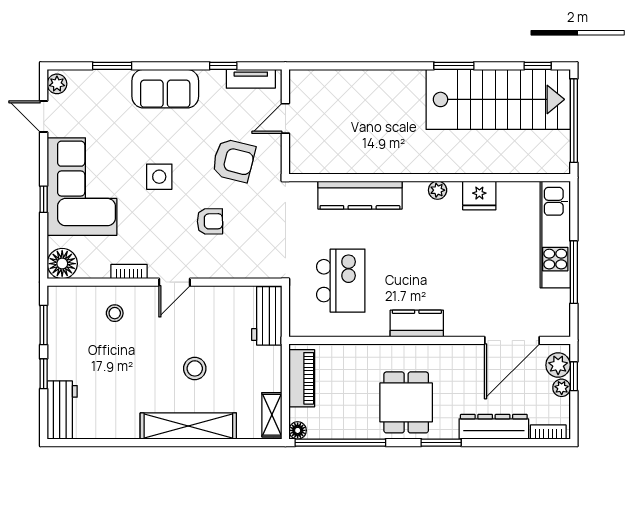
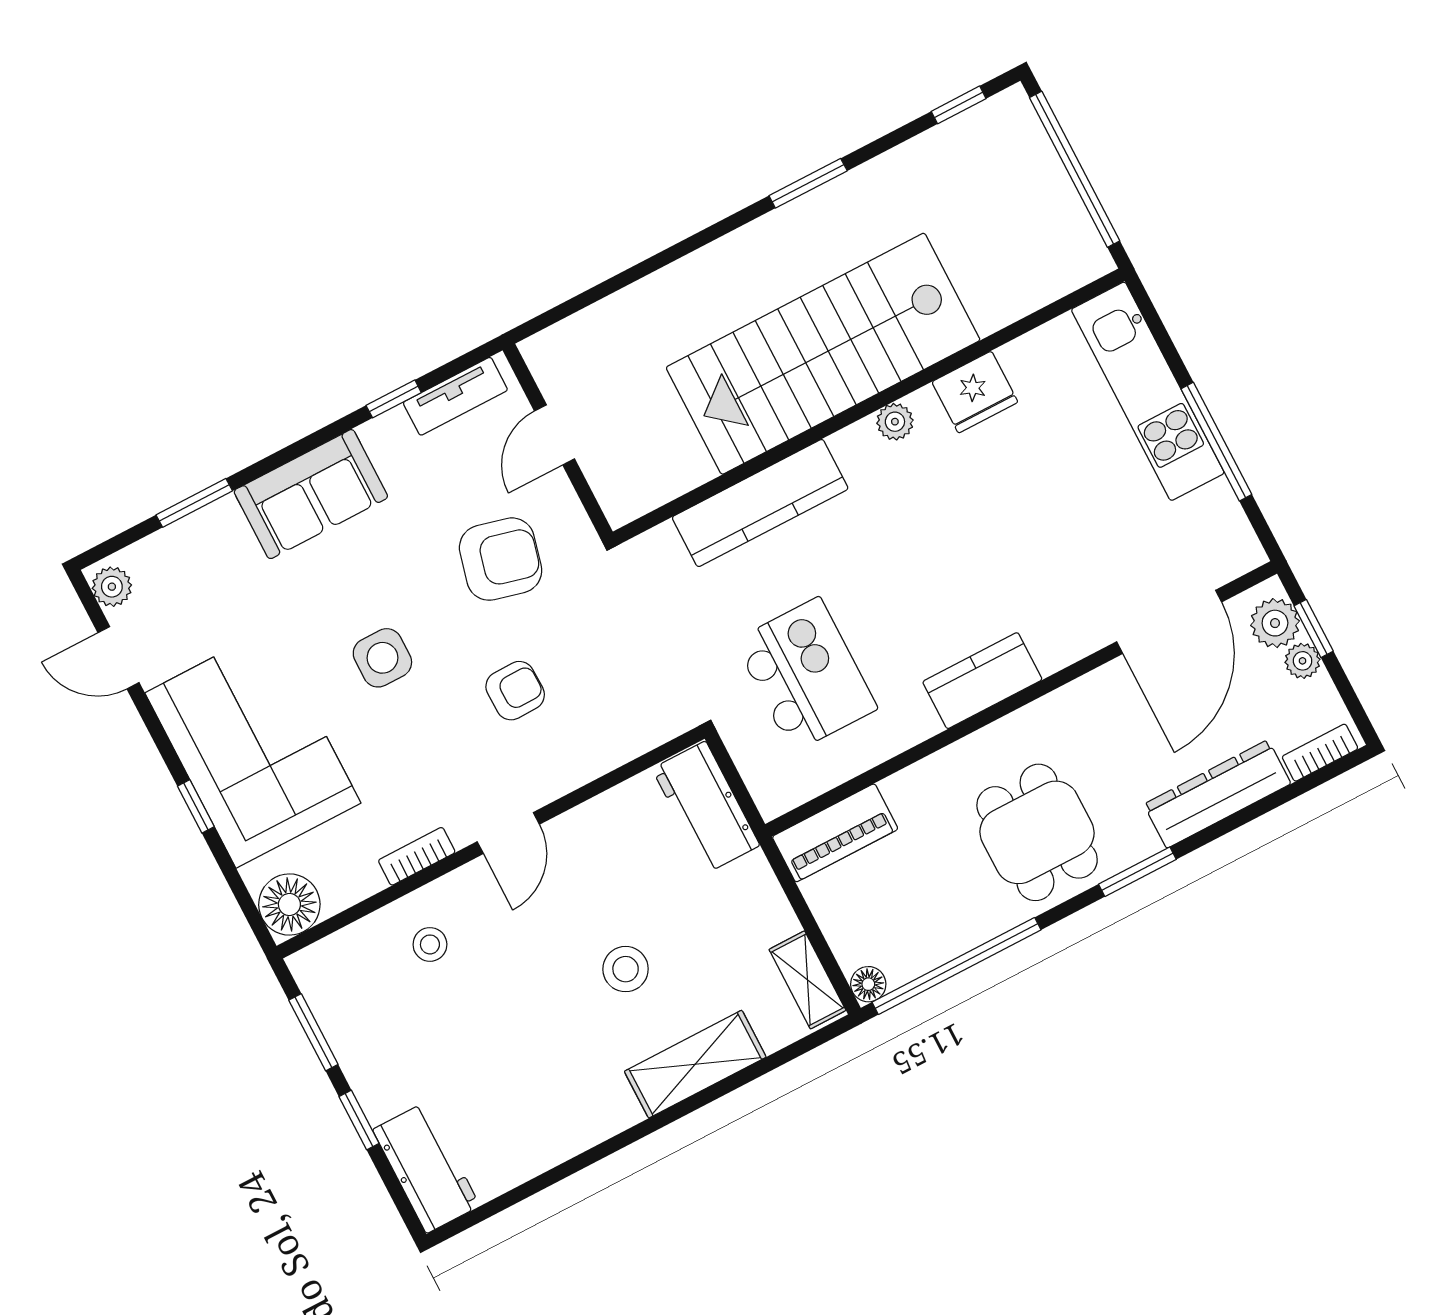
stairs: (498, 99) -> (823, 354), moved, turned 180
piano: (302, 378) -> (835, 833), moved, turned 90
shelving: (188, 426) -> (695, 1064), width x0.68

